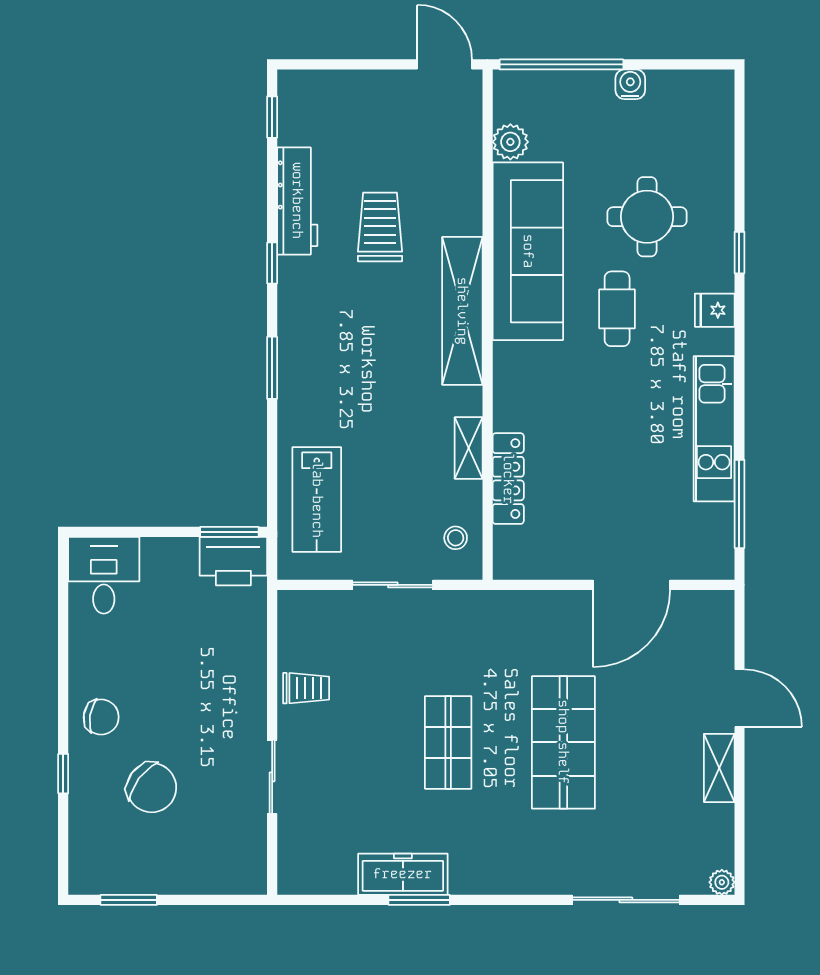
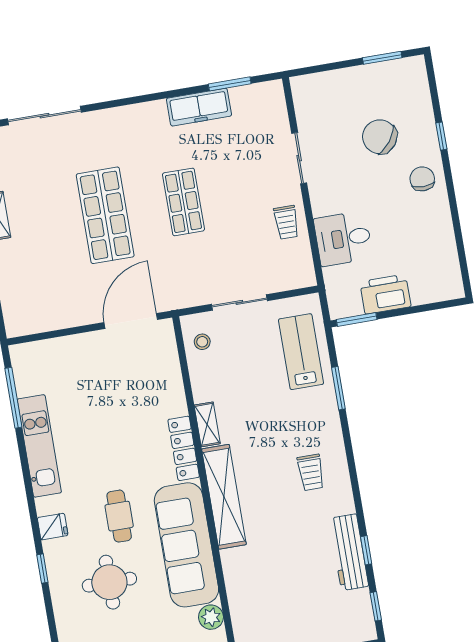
trolley: (380, 227) -> (311, 472), moved, width x0.73, depth x0.72
window: (272, 263) -> (366, 550), moved
window: (272, 368) -> (338, 388), moved
shelving: (469, 448) -> (207, 424), moved
locker: (508, 479) -> (184, 448), moved
printer: (233, 561) -> (385, 294), moved
desk: (104, 575) -> (343, 238), moved, turned 90
door: (631, 585) -> (131, 321), moved
trolley: (306, 688) -> (286, 222), turned -90
chair: (101, 717) -> (422, 179), turned 81
window: (419, 900) -> (230, 84), moved

